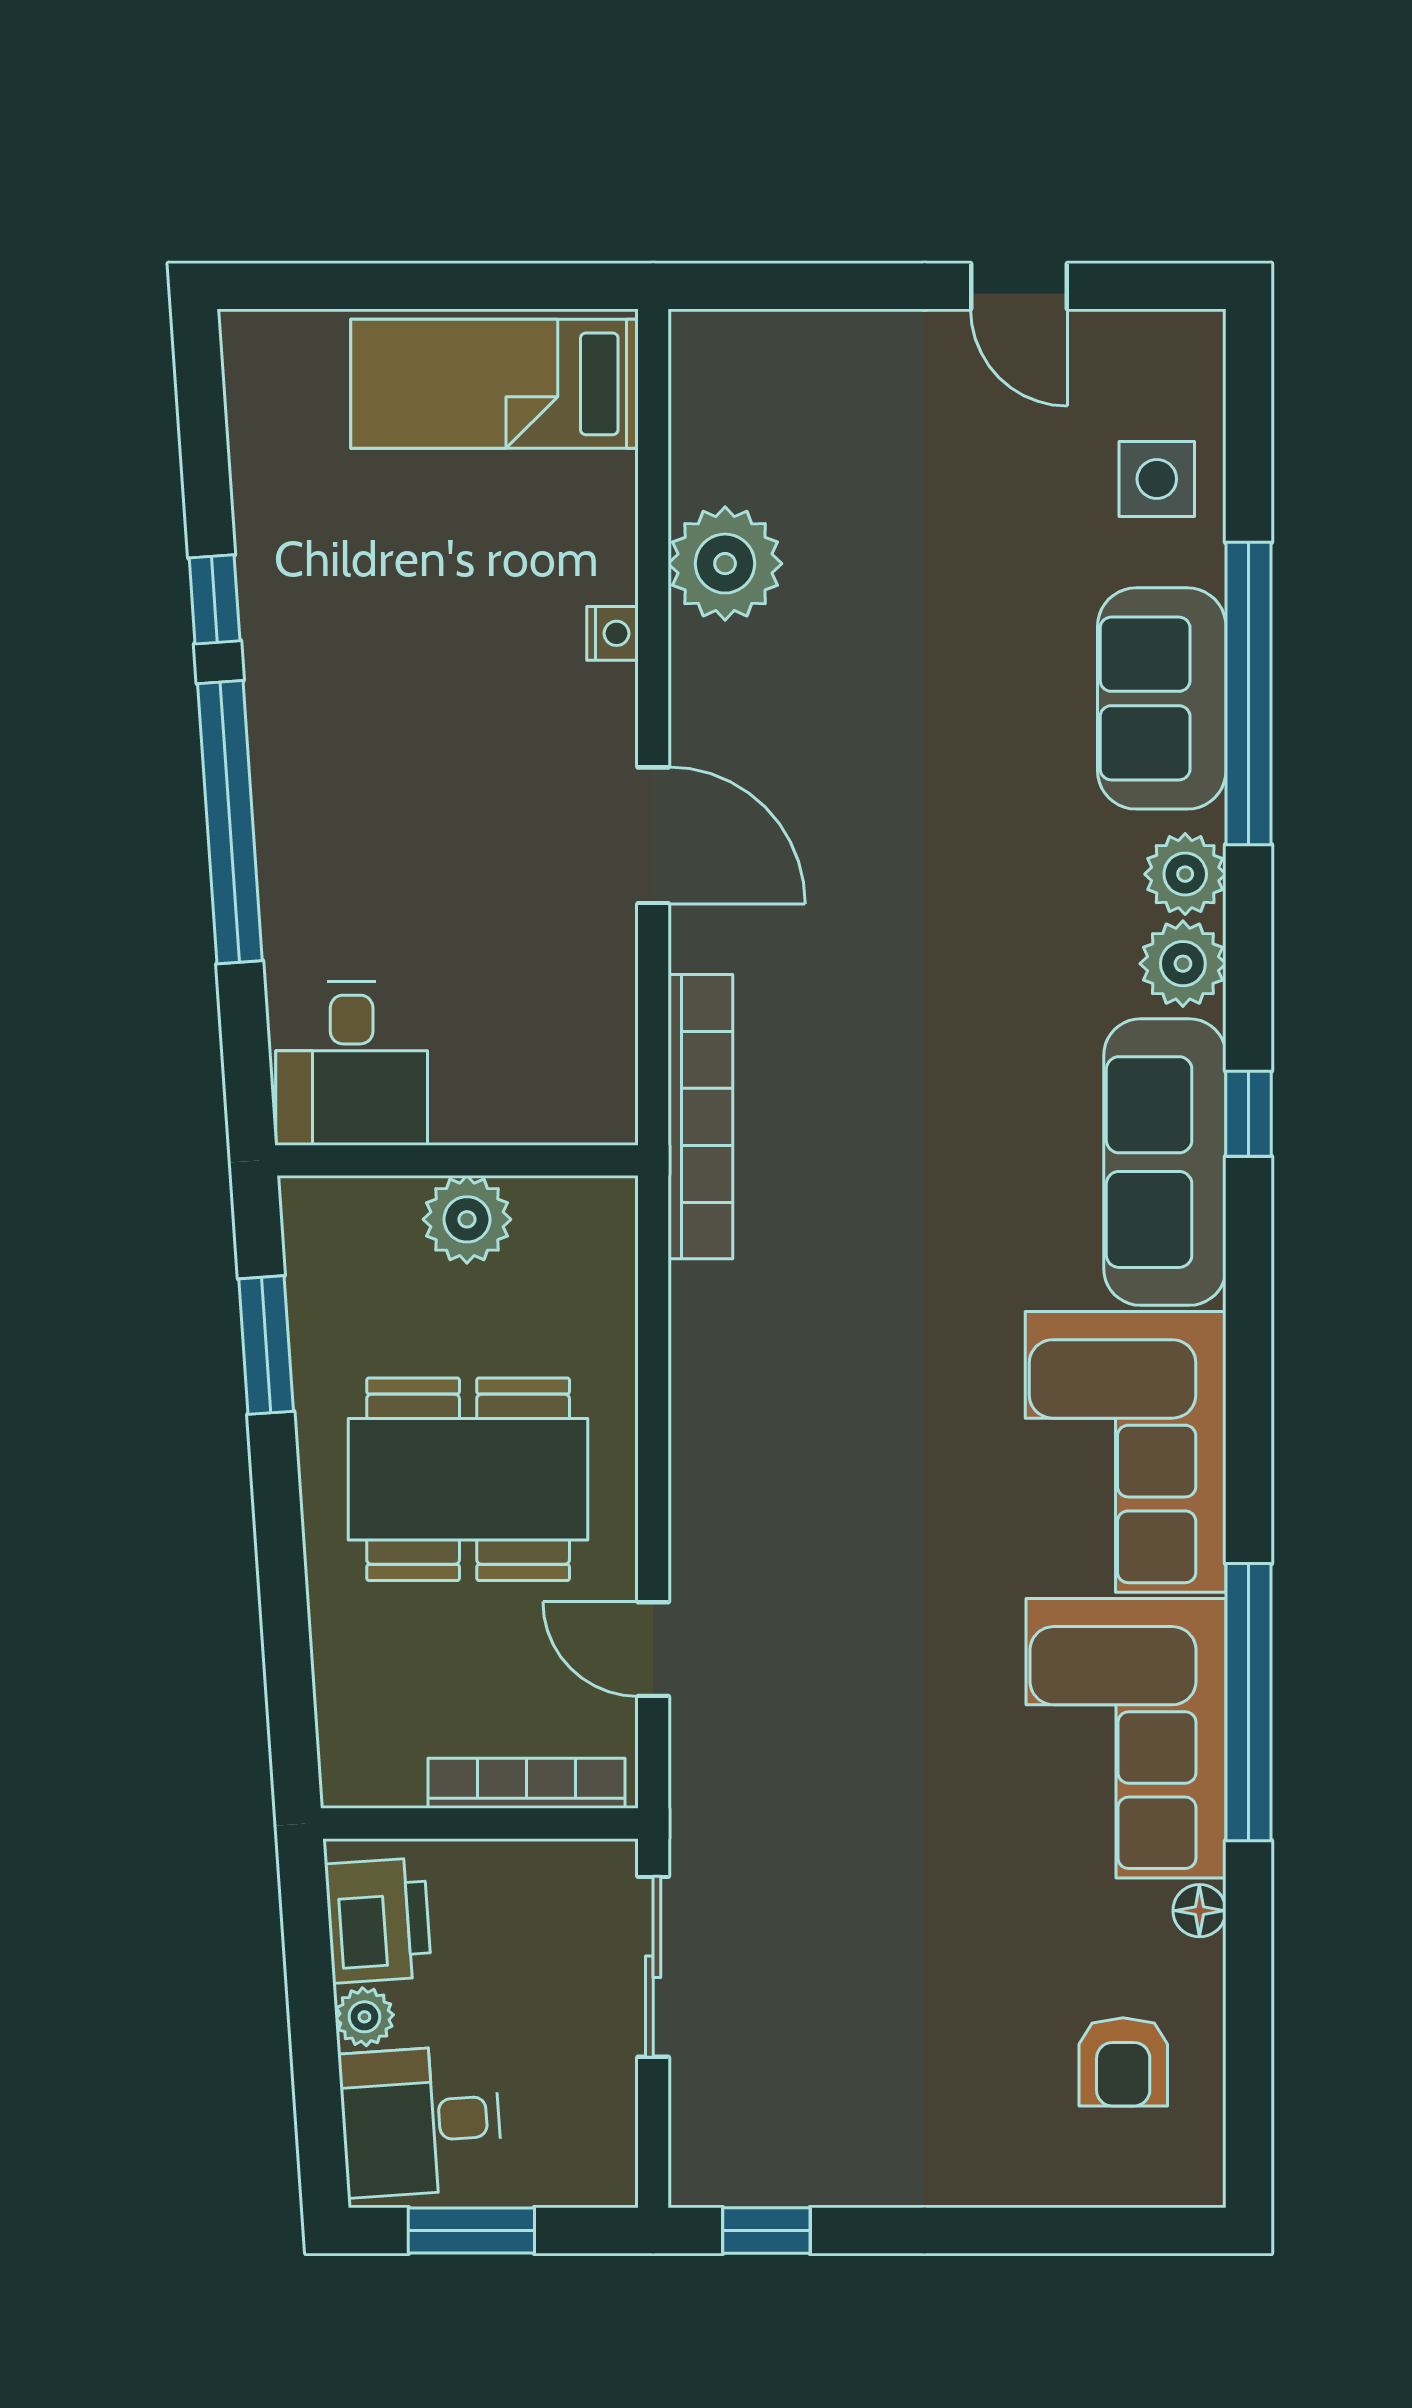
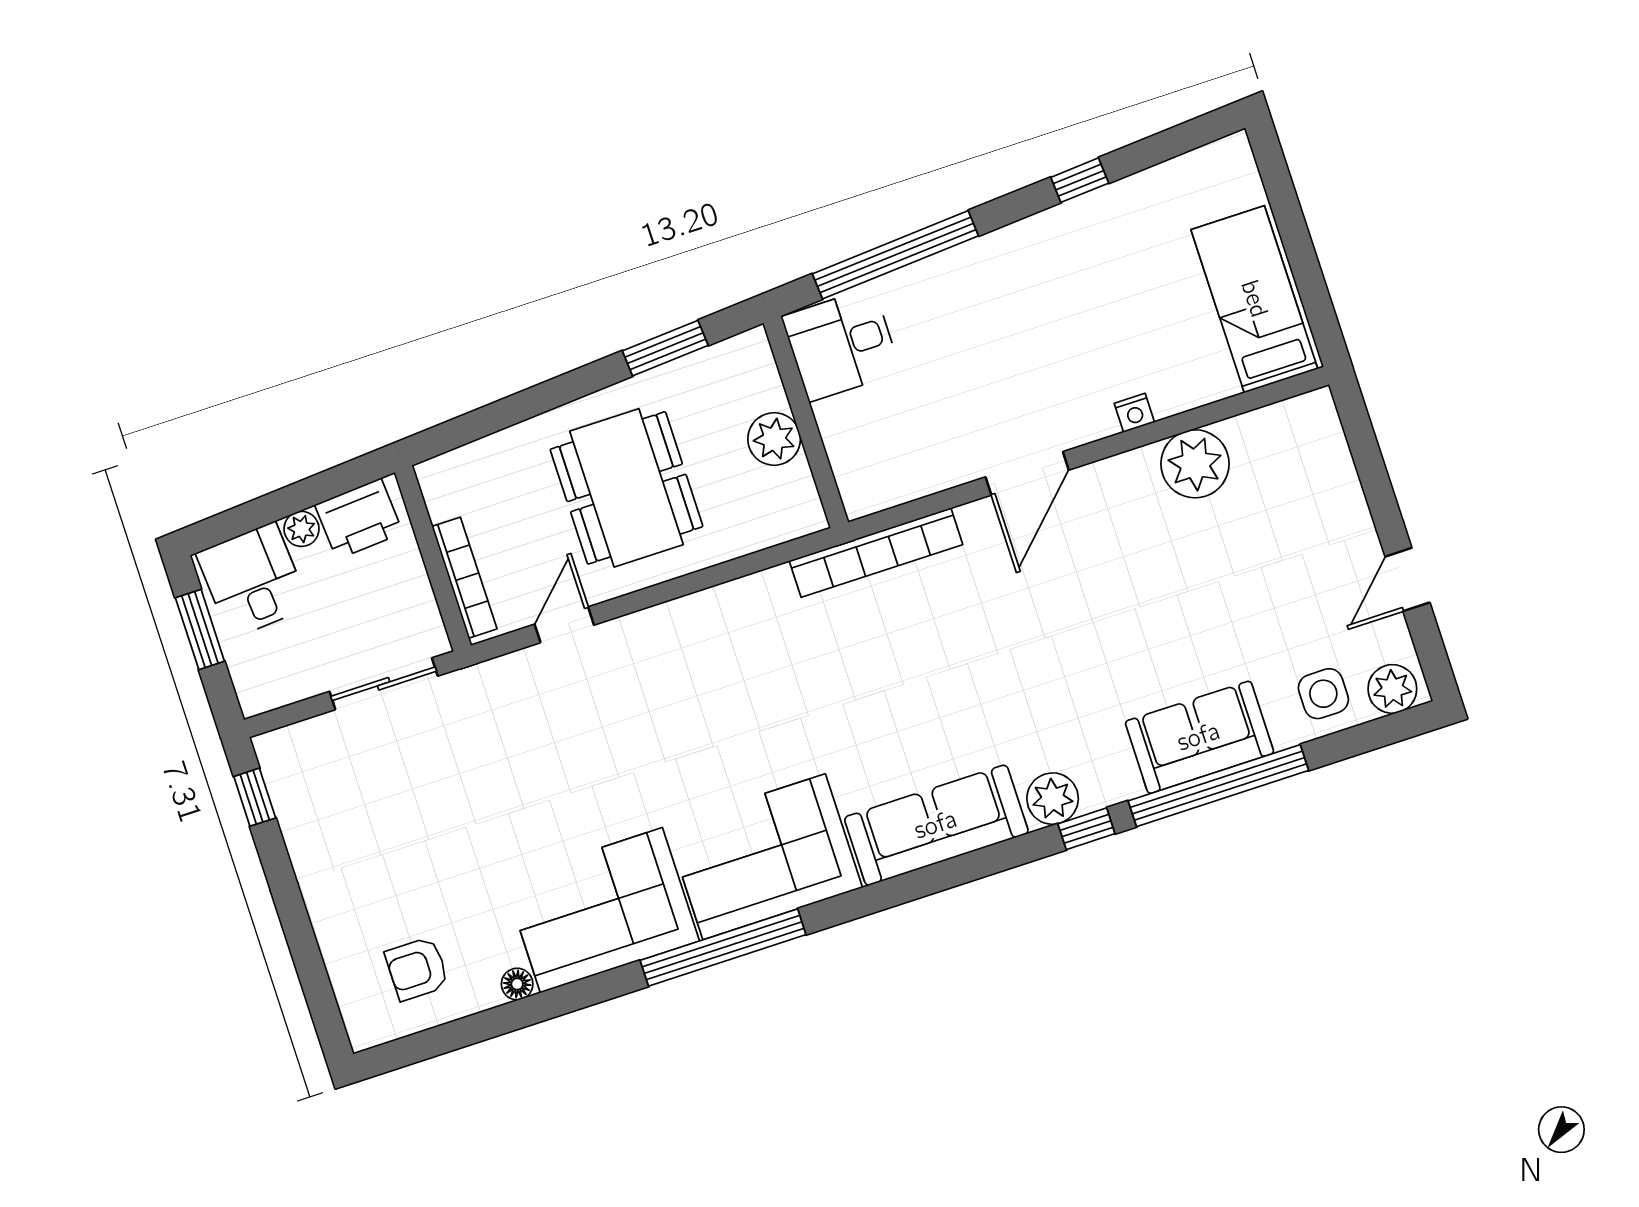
window: (230, 822) -> (895, 255), moved
plant: (1185, 874) -> (1392, 689), moved
window: (1248, 1114) -> (1086, 829), moved
window: (1248, 1702) -> (723, 948), moved

